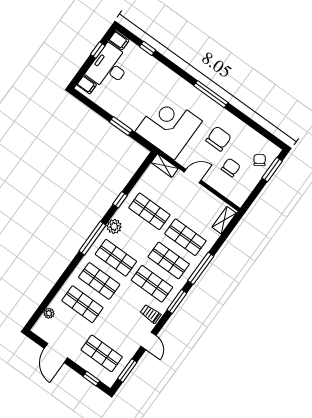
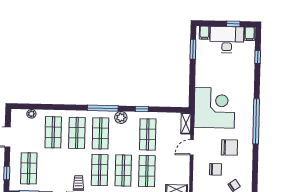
window: (211, 94) -> (256, 121), width x1.46
window: (121, 126) -> (193, 49), moved
door: (193, 176) -> (192, 147), swing flipped

